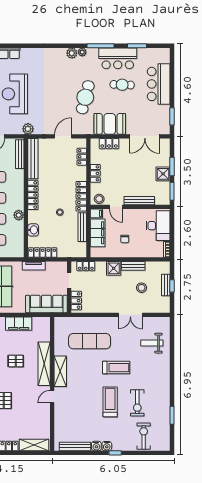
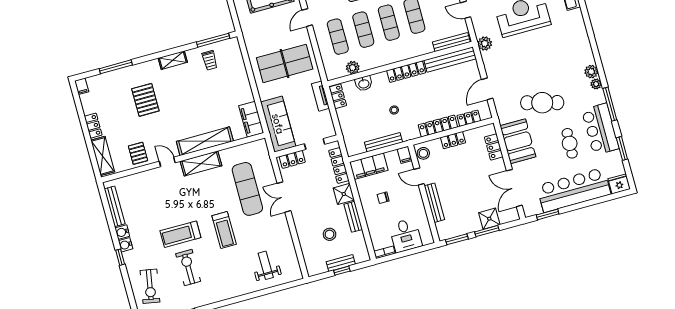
fridge: (164, 55) -> (619, 184), added
bar counter: (159, 84) -> (574, 190), width x1.36
door: (63, 136) -> (487, 89), swing flipped
shower: (163, 174) -> (489, 219), moved
locker: (81, 196) -> (438, 126), moved
door: (116, 207) -> (419, 177), hinge flipped
plant: (19, 215) -> (353, 68), moved
desk: (158, 226) -> (405, 235), width x0.73
filing cabinet: (98, 233) -> (369, 166), moved
locker: (43, 253) -> (338, 96), width x0.66
locker: (86, 266) -> (339, 165), width x1.53
double door: (130, 315) -> (284, 197), moved
filing cabinet: (19, 324) -> (251, 119), moved
pallet: (16, 361) -> (138, 153), moved
treadmill: (110, 402) -> (180, 234), turned 180
exercise bike: (137, 403) -> (188, 267), turned 90
exercise bike: (144, 436) -> (150, 286), turned 100

